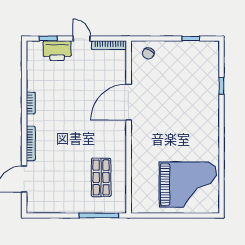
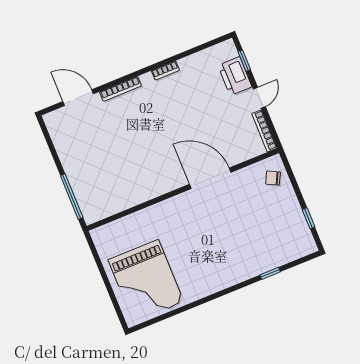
shop shelf: (101, 177) -> (115, 182), removed

